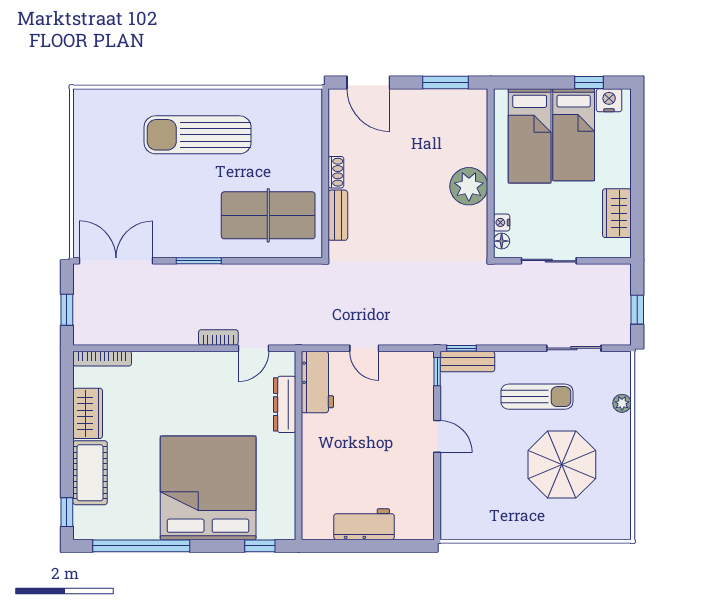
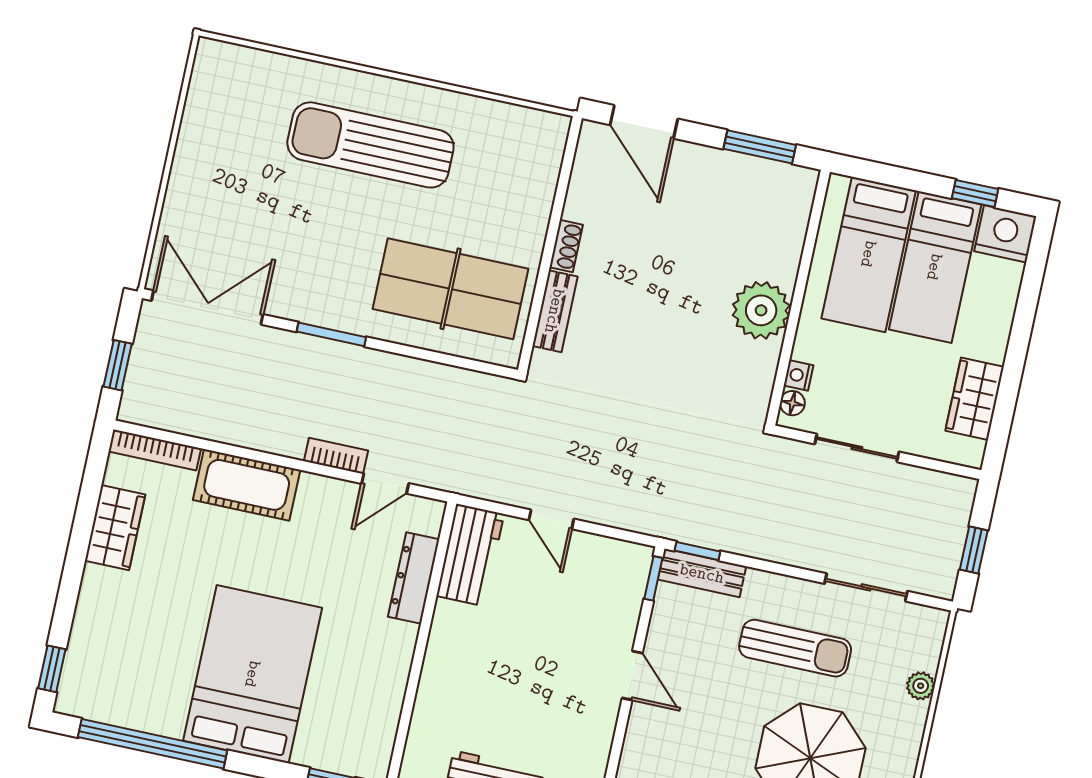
nightstand: (609, 100) -> (1005, 234), width x1.36, depth x1.33
cot: (90, 473) -> (247, 485), moved, turned 90
bed: (208, 488) -> (253, 674), width x0.73

